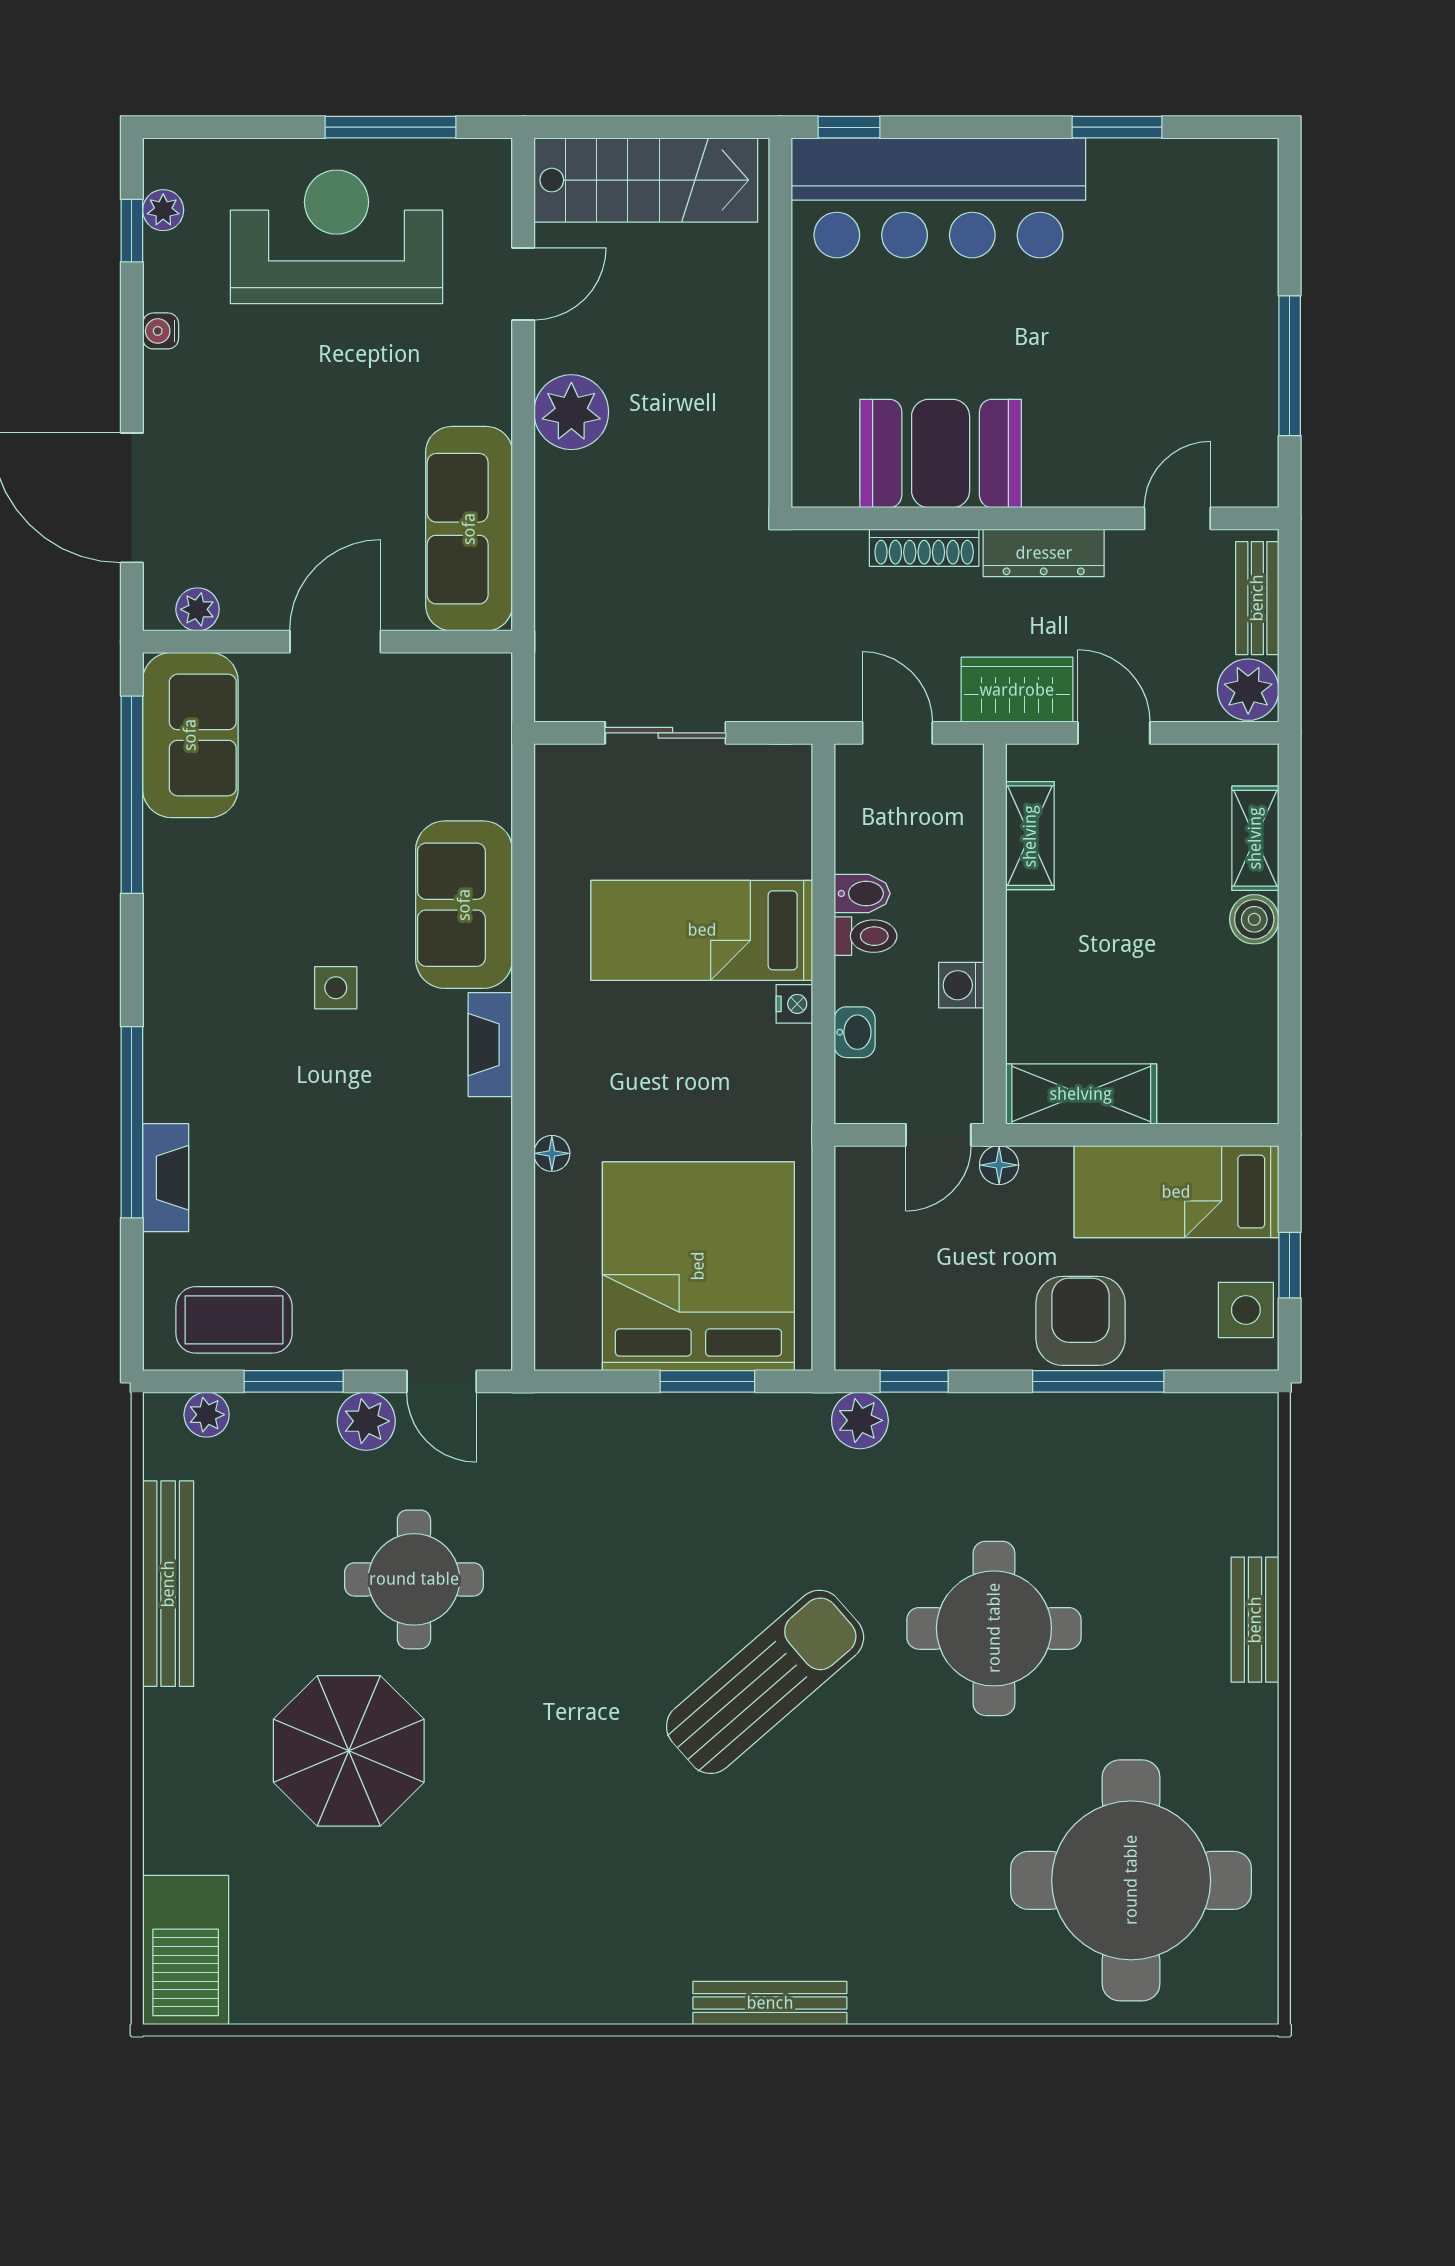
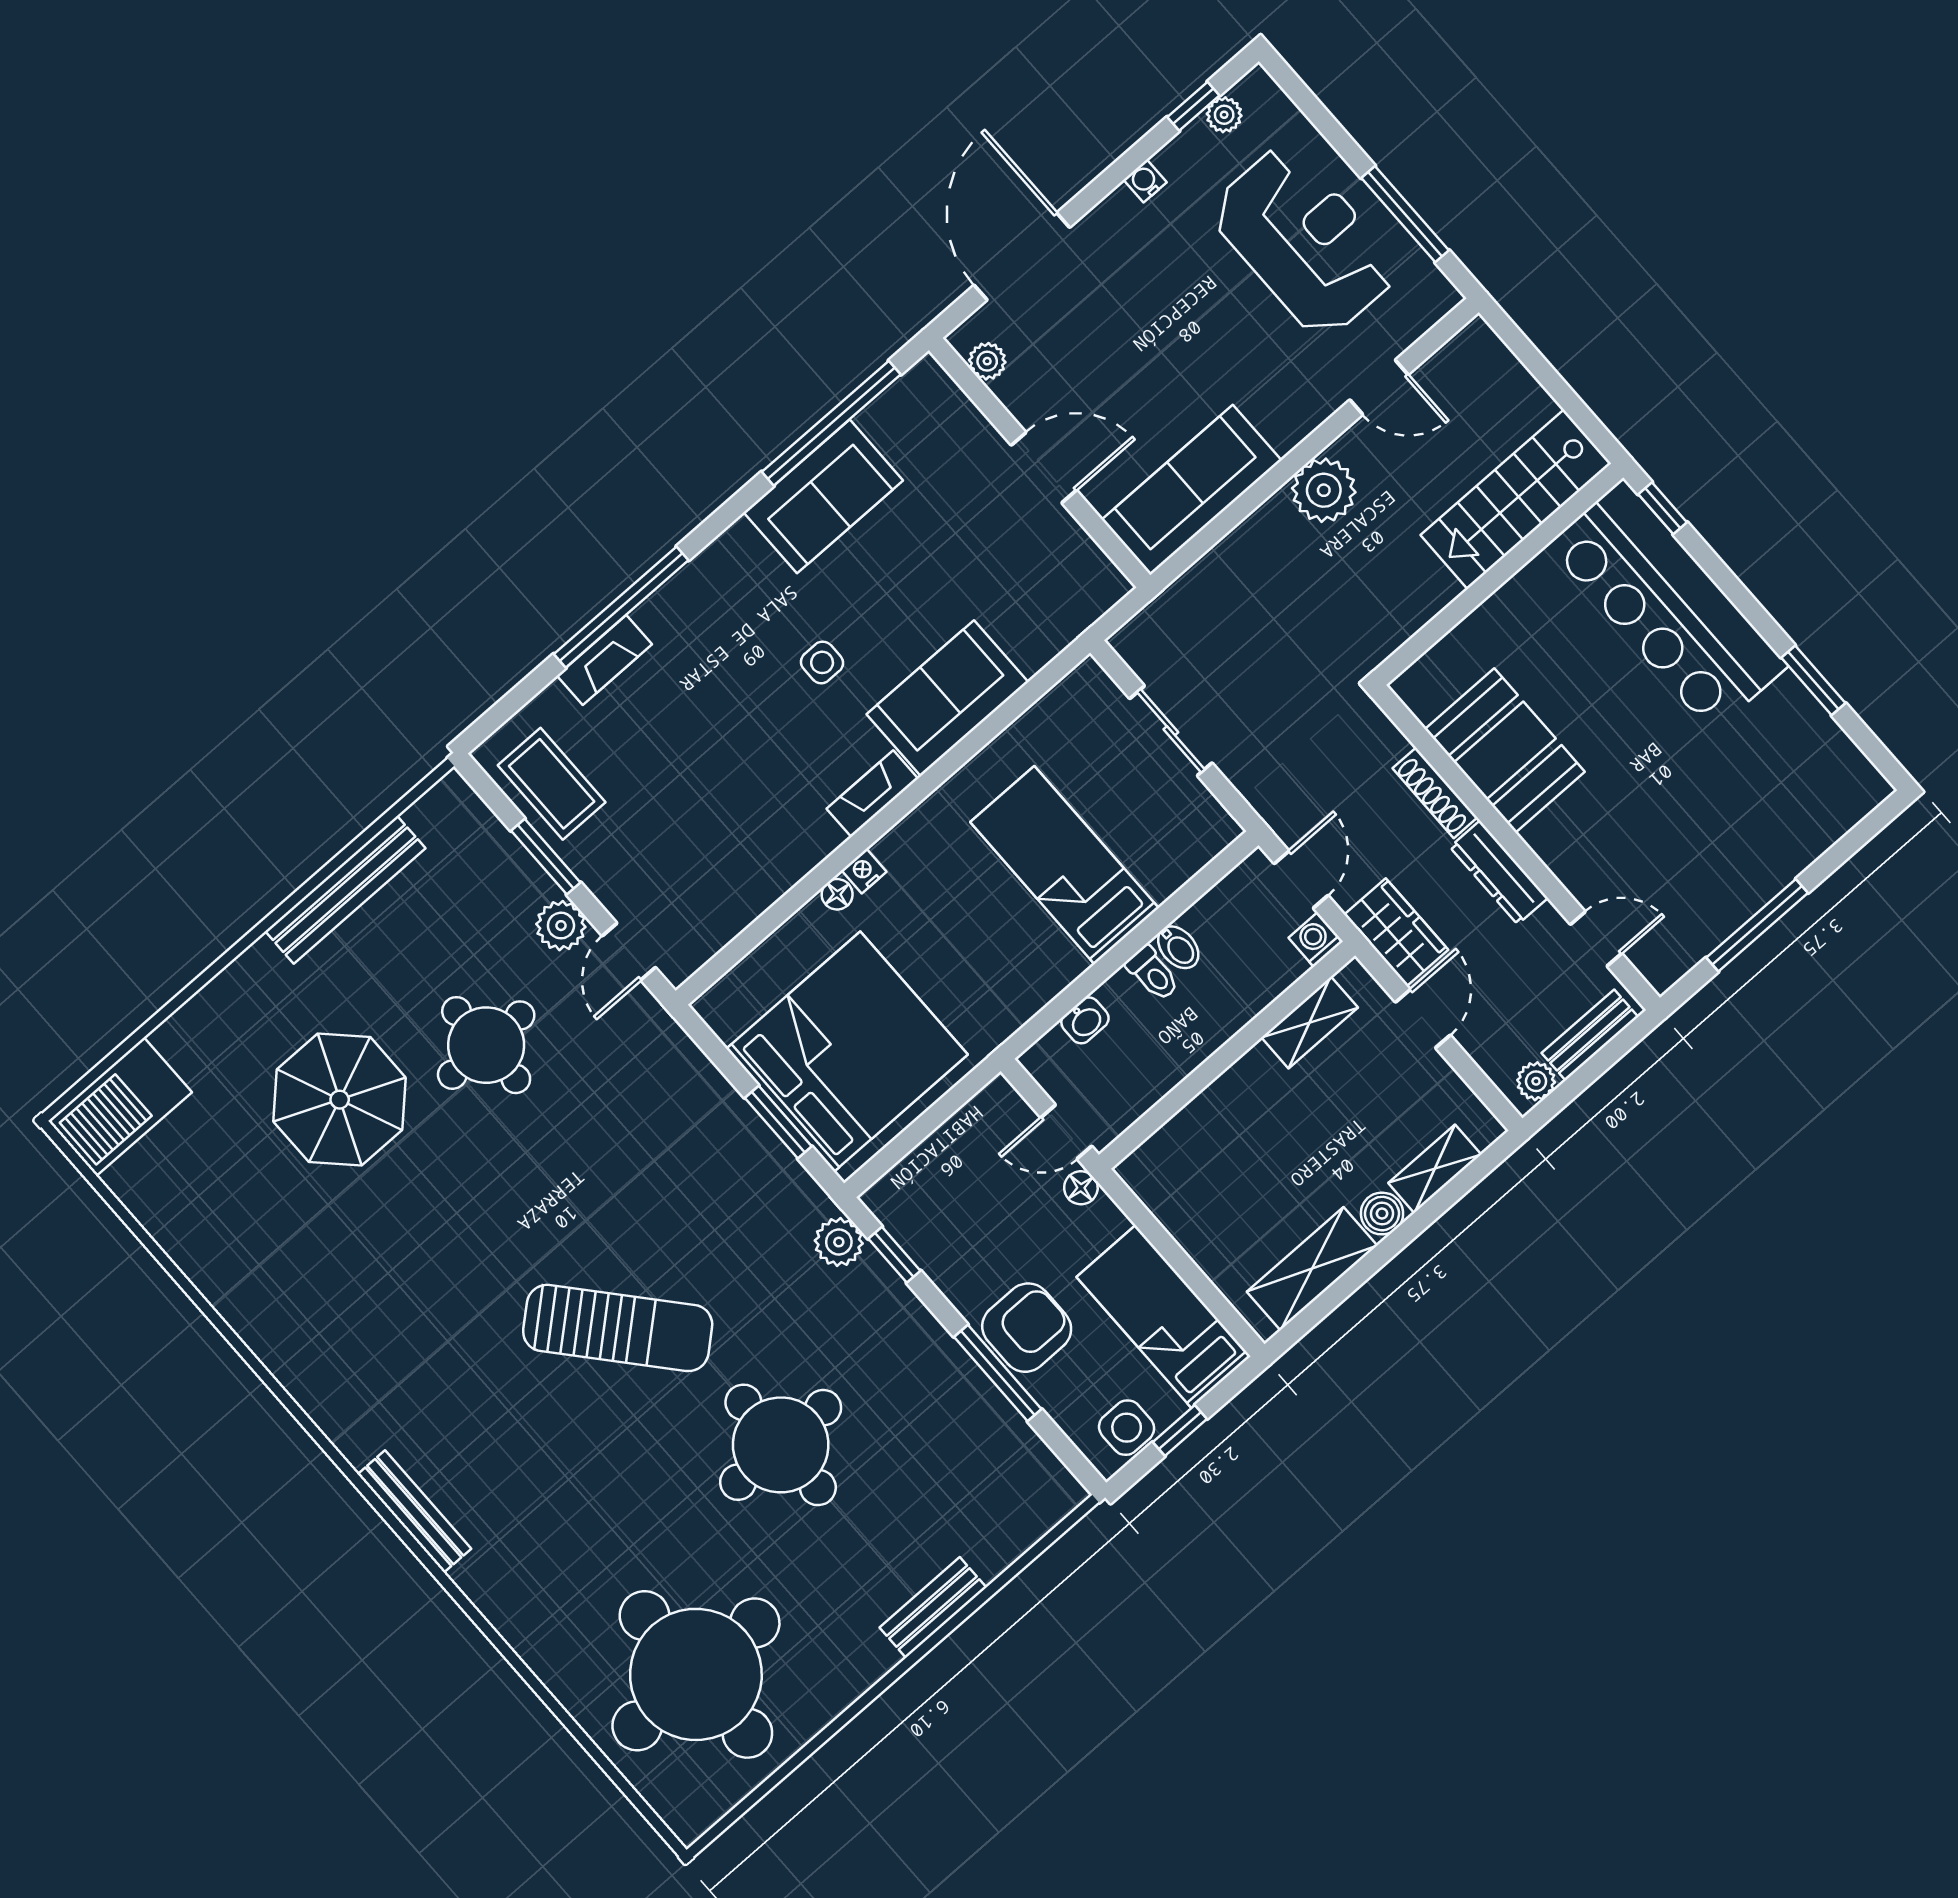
stairs: (646, 180) -> (1516, 499), moved, turned 90
plant: (1248, 690) -> (1536, 1081), width x0.73, depth x0.73
sofa: (190, 735) -> (823, 496), moved
washing machine: (961, 985) -> (1316, 940), moved
nightstand: (794, 1004) -> (864, 871), moved, turned 180
shelving: (1081, 1094) -> (1312, 1269), moved, turned 90
plant: (207, 1415) -> (475, 819), removed

